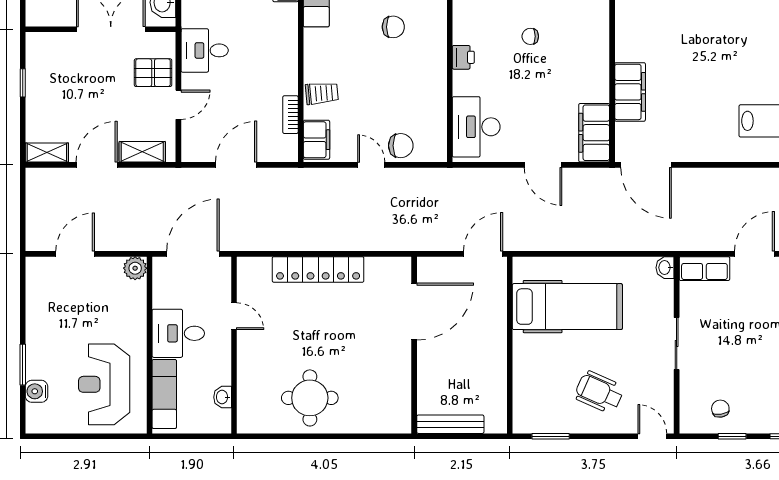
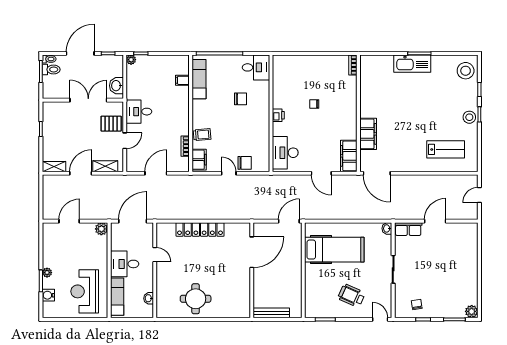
plant: (34, 349) -> (47, 273), added

